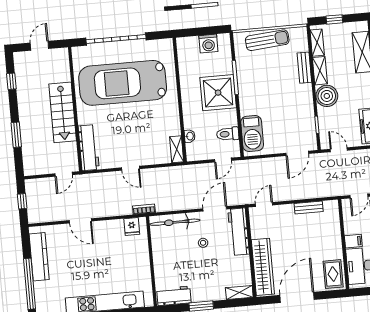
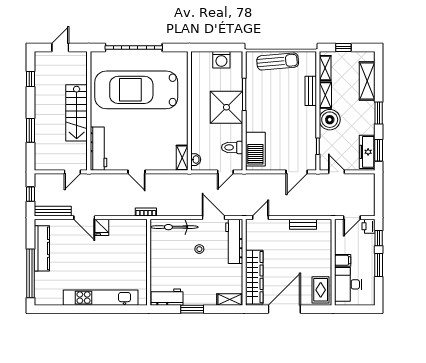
washbasin: (190, 136) -> (196, 160), moved
door: (215, 209) -> (213, 218), hinge flipped
bench: (47, 217) -> (53, 211), added
fridge: (132, 226) -> (102, 227), moved

